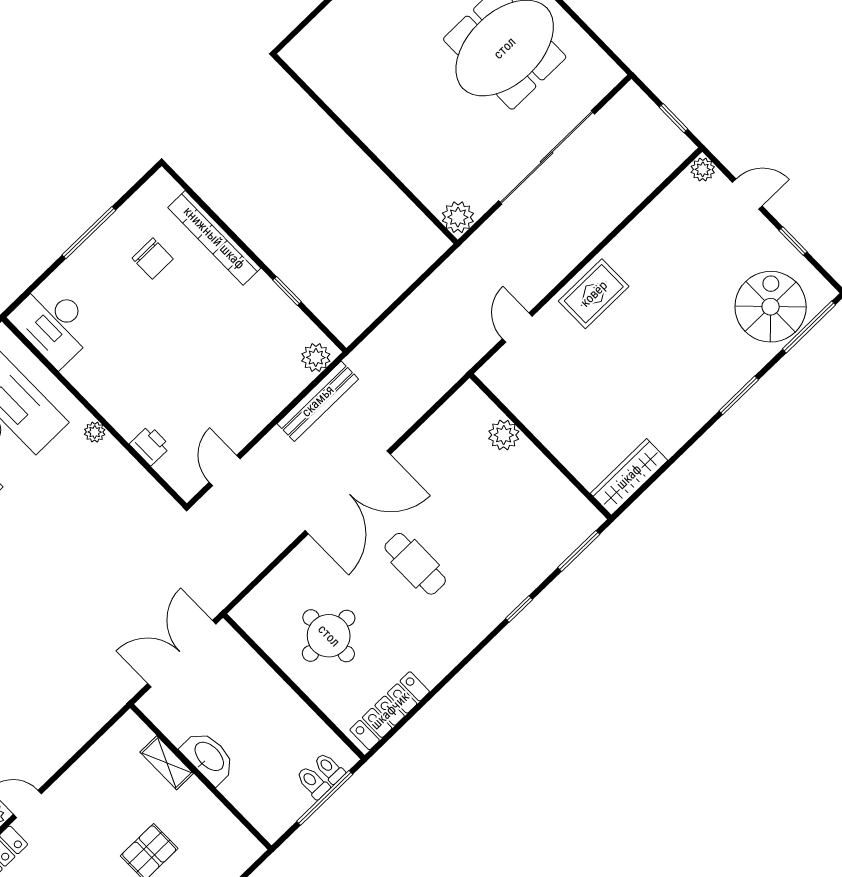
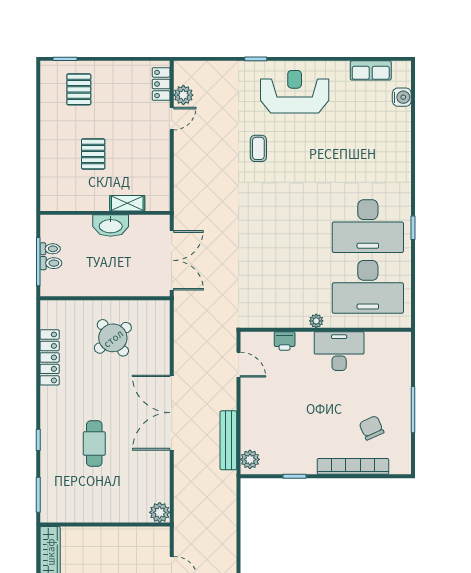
chair: (153, 259) -> (372, 428), turned 66
desk: (53, 324) -> (339, 351), moved
plant: (504, 435) -> (160, 512), moved
cafe table: (415, 564) -> (94, 444), moved, turned 90
round table: (329, 636) -> (113, 338), turned -38
locker: (390, 711) -> (50, 357), moved
toilet: (329, 768) -> (50, 249), moved

